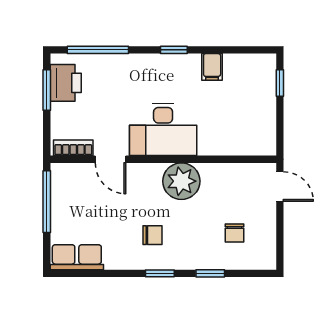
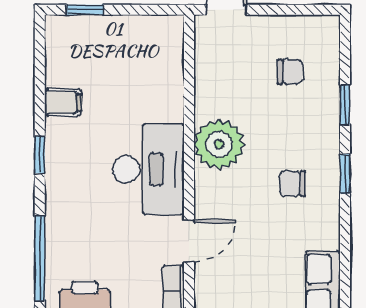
chair: (153, 235) -> (293, 184), turned -90

